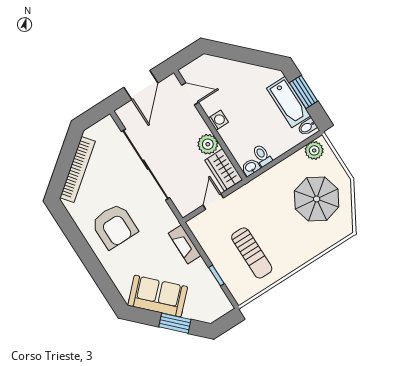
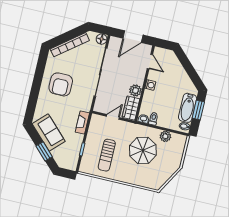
floor lamp: (107, 125) -> (102, 39), added
plant: (314, 150) -> (165, 136), moved
parasol: (317, 199) -> (143, 150), moved

